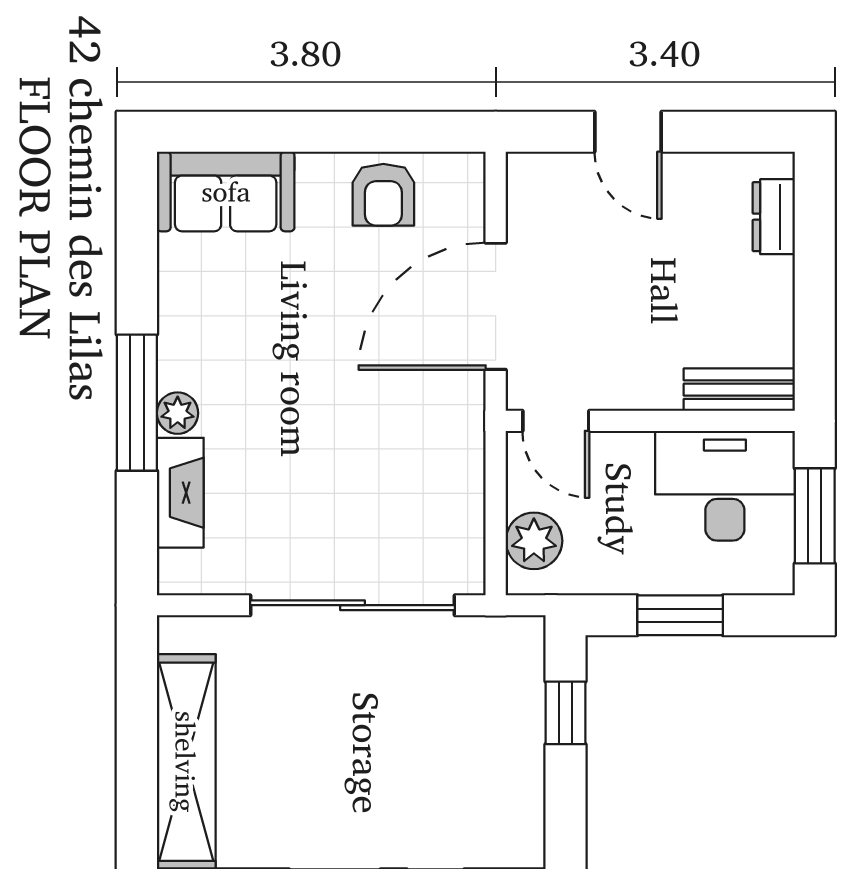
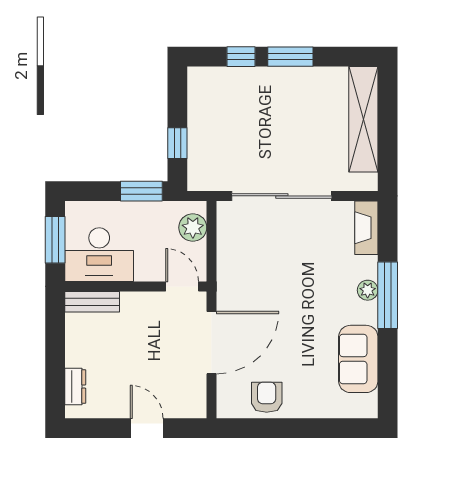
sofa: (226, 191) -> (358, 359), moved, turned -90
fireplace: (180, 493) -> (366, 228), moved
window: (680, 615) -> (141, 191), moved

